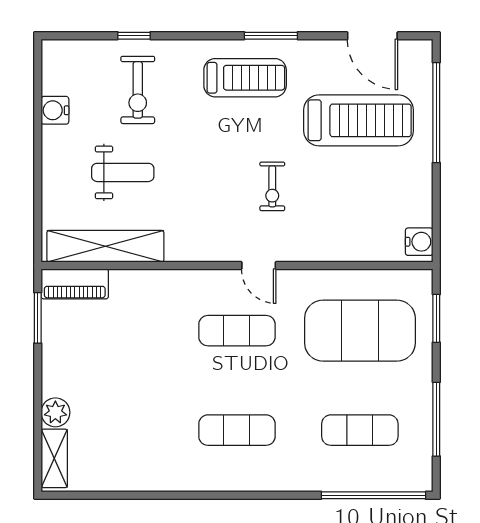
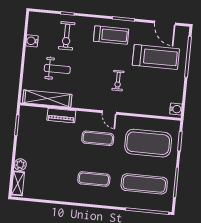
piano: (75, 284) -> (61, 115), moved
exercise mat: (360, 430) -> (144, 184), width x1.36, depth x1.45

